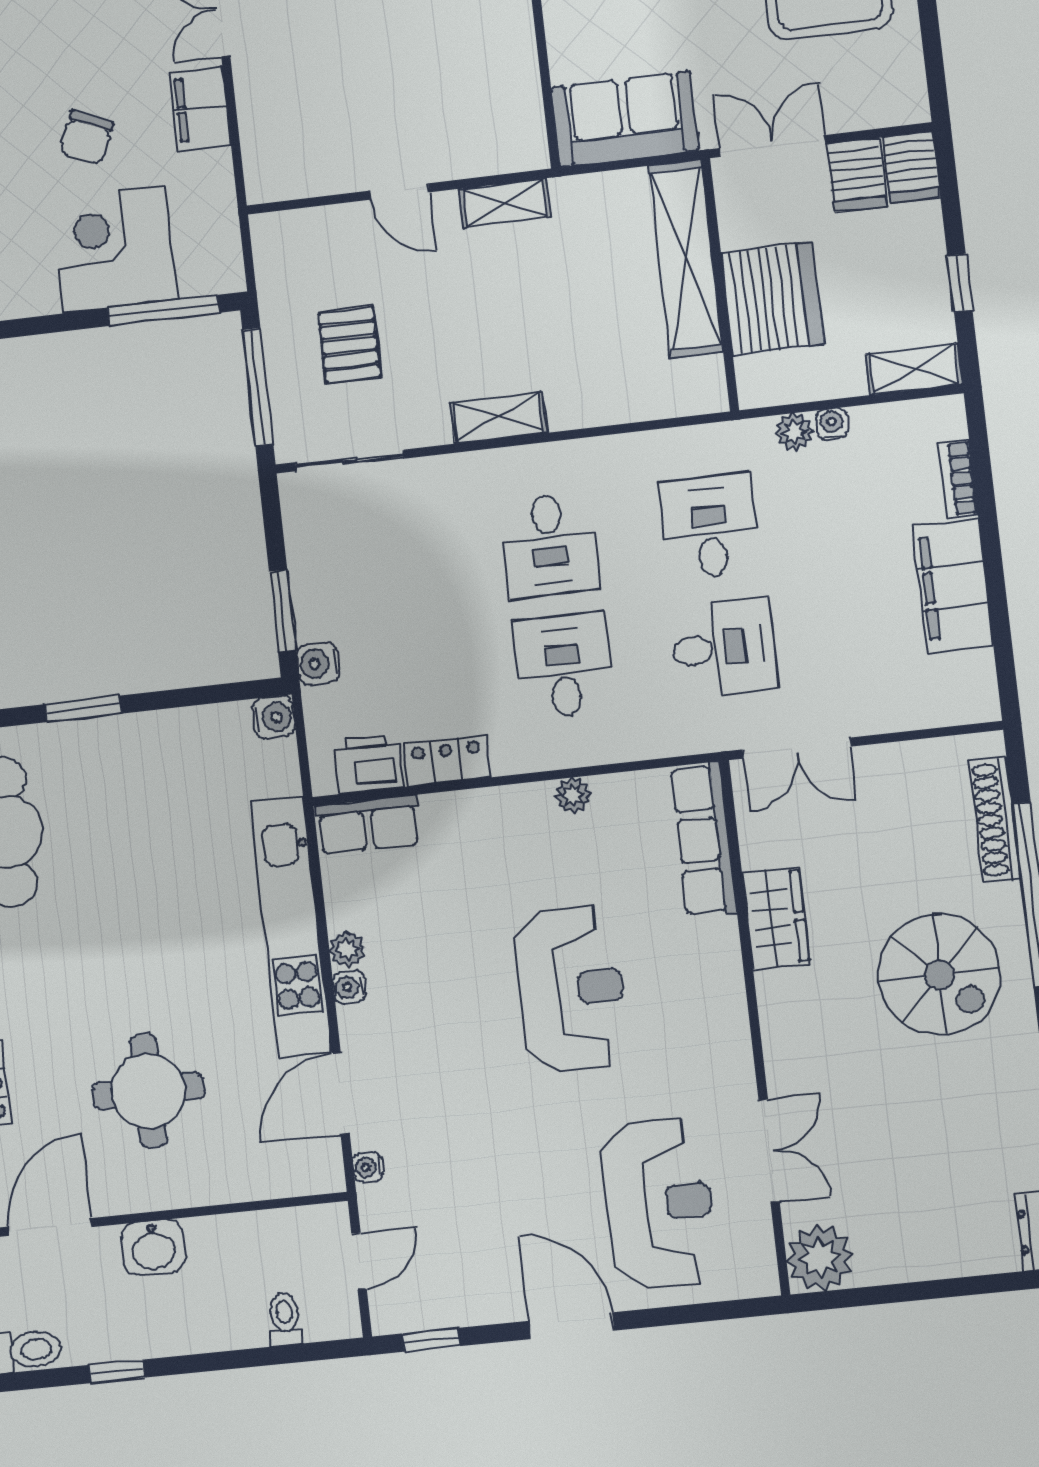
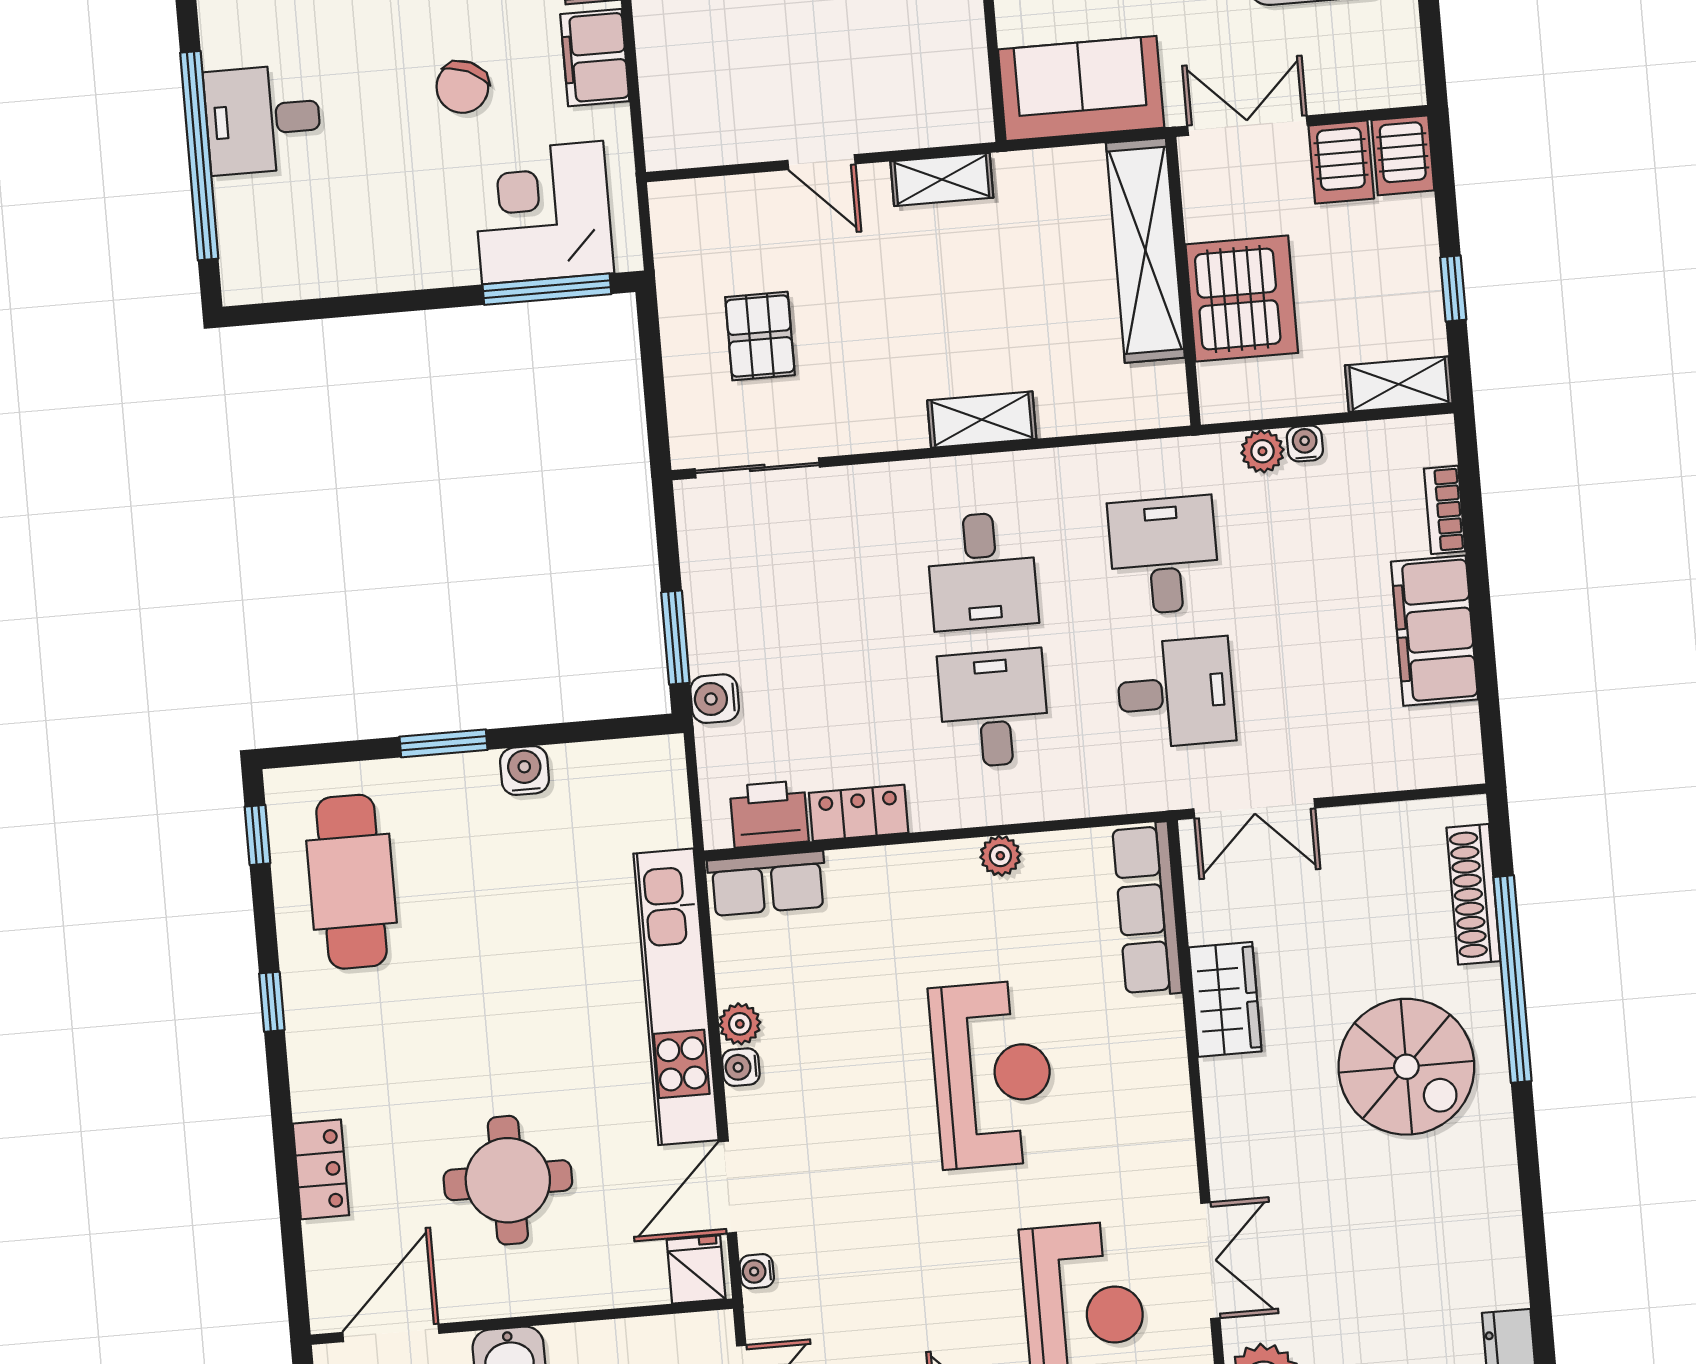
corner desk: (114, 249) -> (543, 213), moved
window: (258, 387) -> (653, 380), removed
shelving: (498, 418) -> (982, 420), moved
water cooler: (274, 717) -> (525, 770), moved, turned -90
fridge: (315, 1167) -> (696, 1269), added

